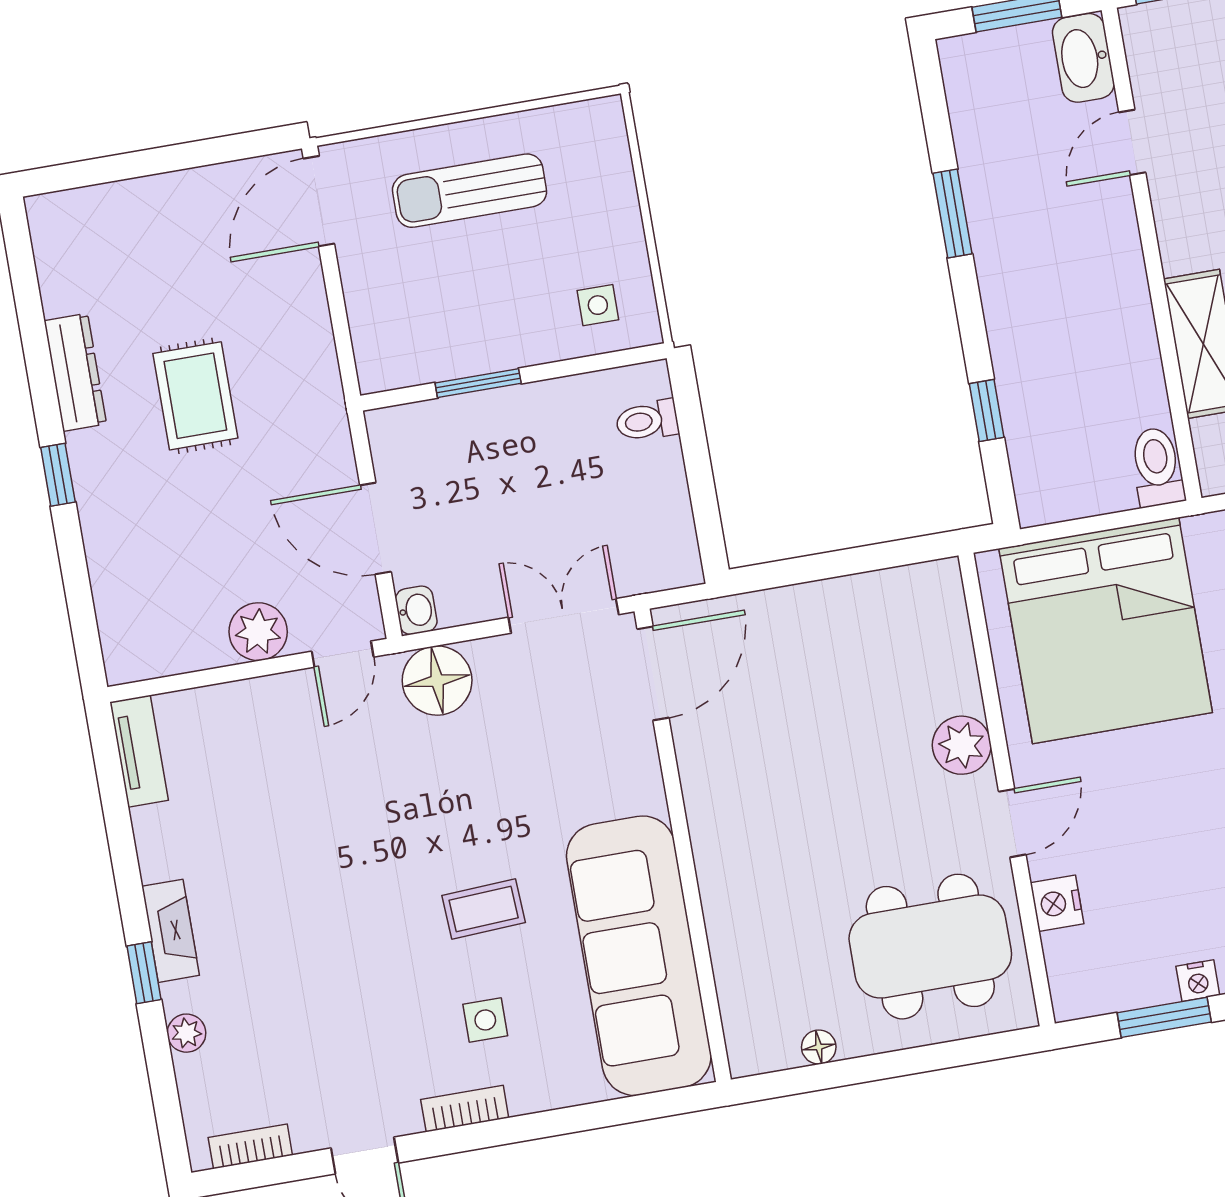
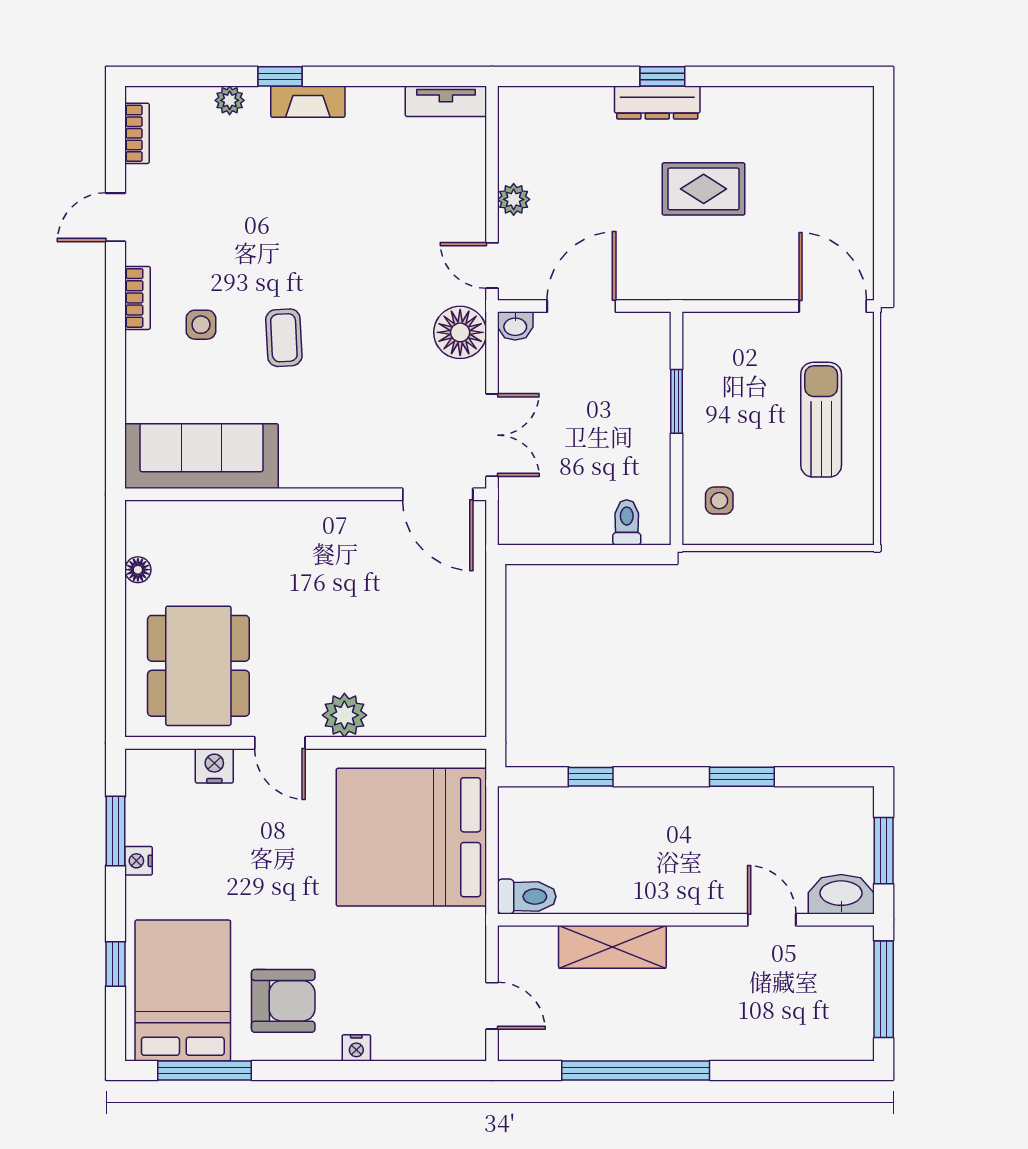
dresser: (75, 372) -> (657, 102), moved
plant: (258, 632) -> (514, 199), width x0.73, depth x0.73
sofa: (639, 956) -> (202, 456), width x0.74, depth x0.79

